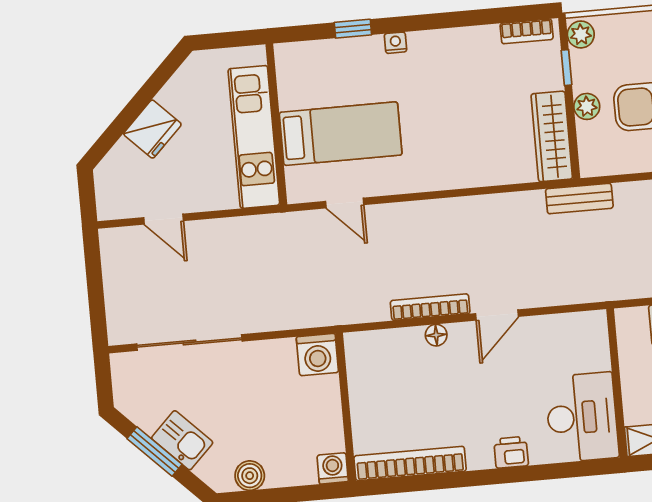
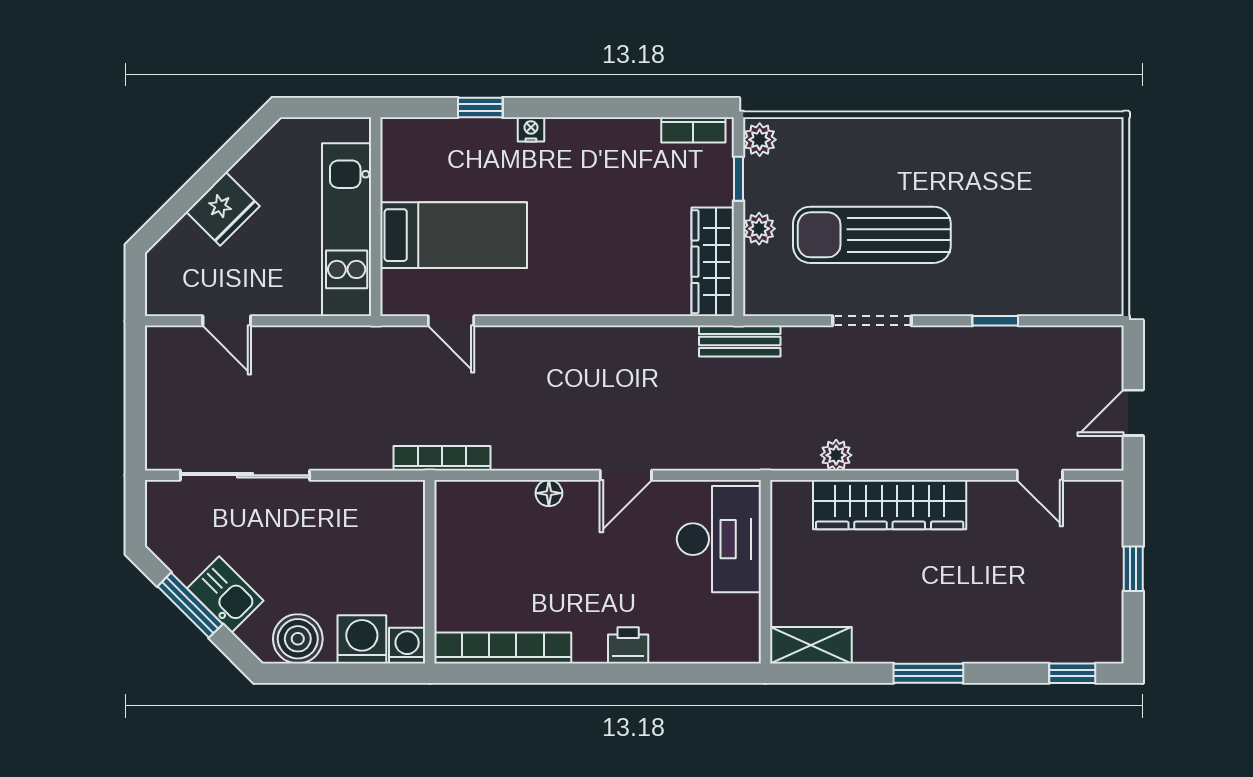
bookcase: (430, 307) -> (442, 458), moved
washing machine: (317, 355) -> (362, 639), moved, turned 180
desk: (582, 417) -> (719, 539), moved
boiler: (250, 476) -> (298, 639), width x1.36, depth x1.36

